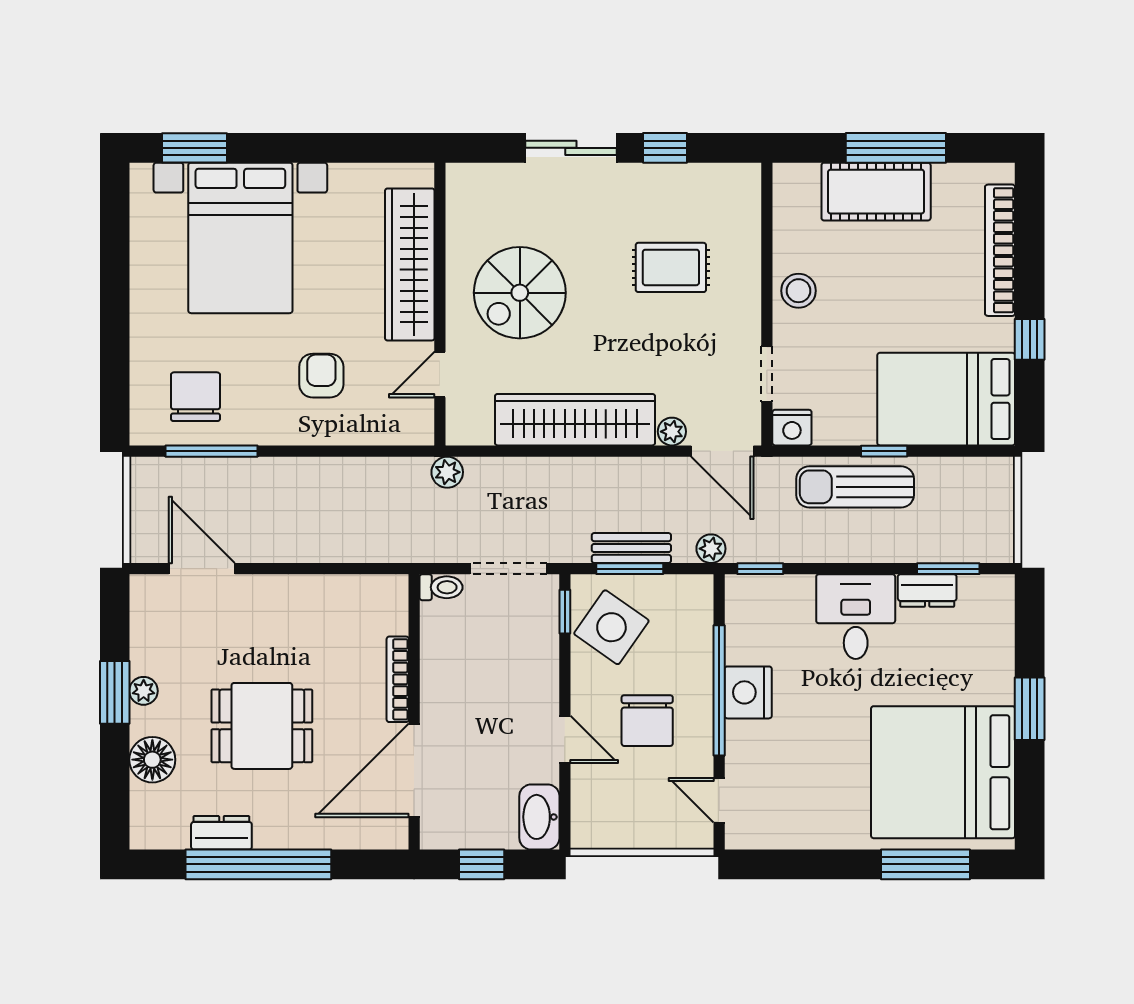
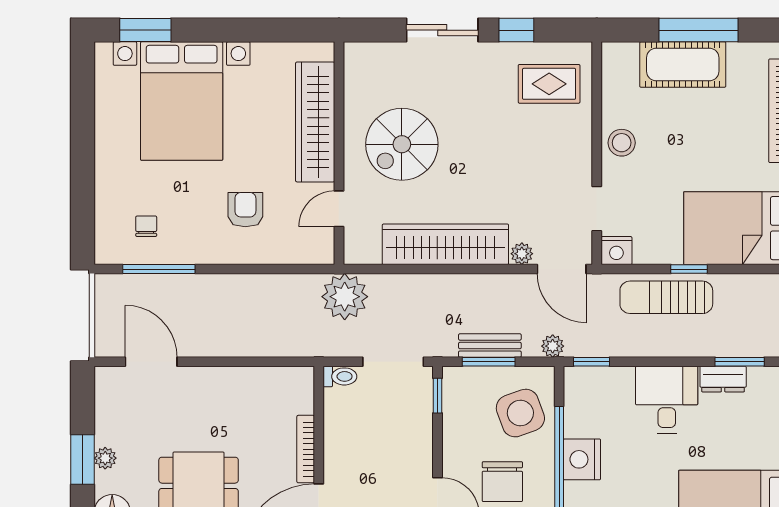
rug: (671, 267) -> (549, 84), moved
chair: (195, 397) -> (146, 226), width x0.54, depth x0.54
plant: (447, 472) -> (345, 297), width x1.87, depth x1.87
side table: (611, 627) -> (520, 413), moved, turned 35

